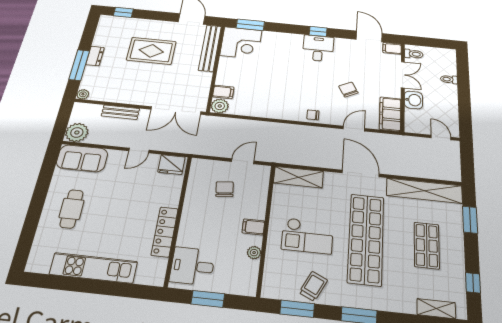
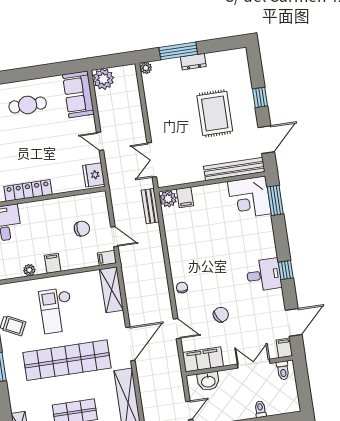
window: (123, 12) -> (260, 97), moved
double door: (403, 75) -> (254, 364), swing flipped
washbasin: (413, 100) -> (208, 381), moved
double door: (176, 110) -> (152, 160), width x0.73
bench: (120, 112) -> (150, 206), moved
filing cabinet: (263, 173) -> (107, 258), added

